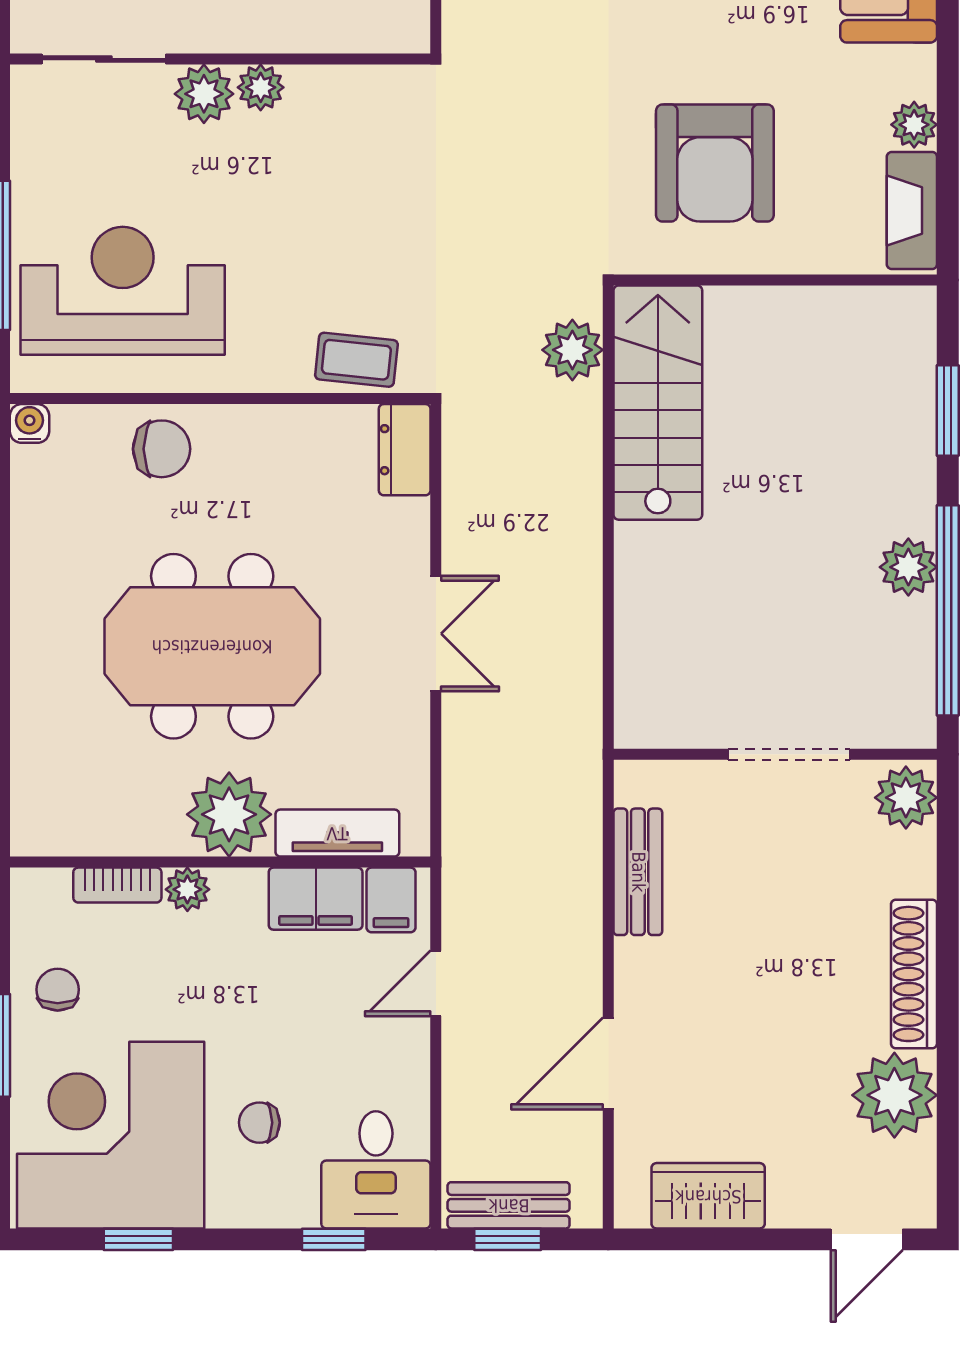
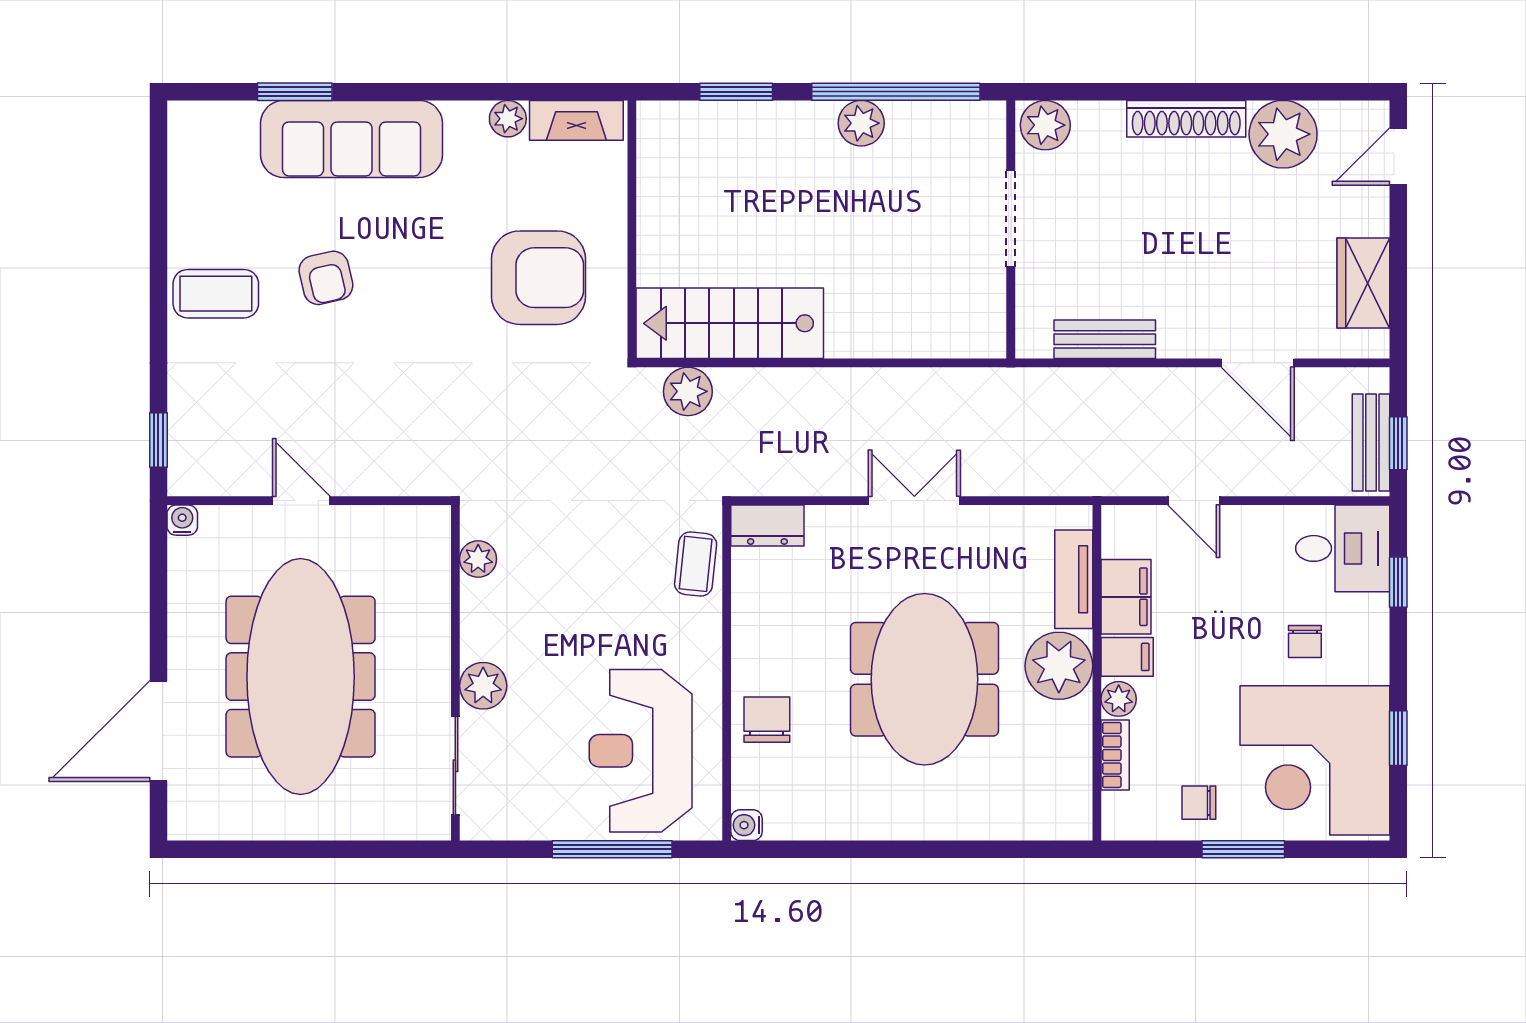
plant: (261, 87) -> (478, 559), moved
filing cabinet: (391, 900) -> (1127, 657), moved
door: (867, 1239) -> (1398, 156), swing flipped

